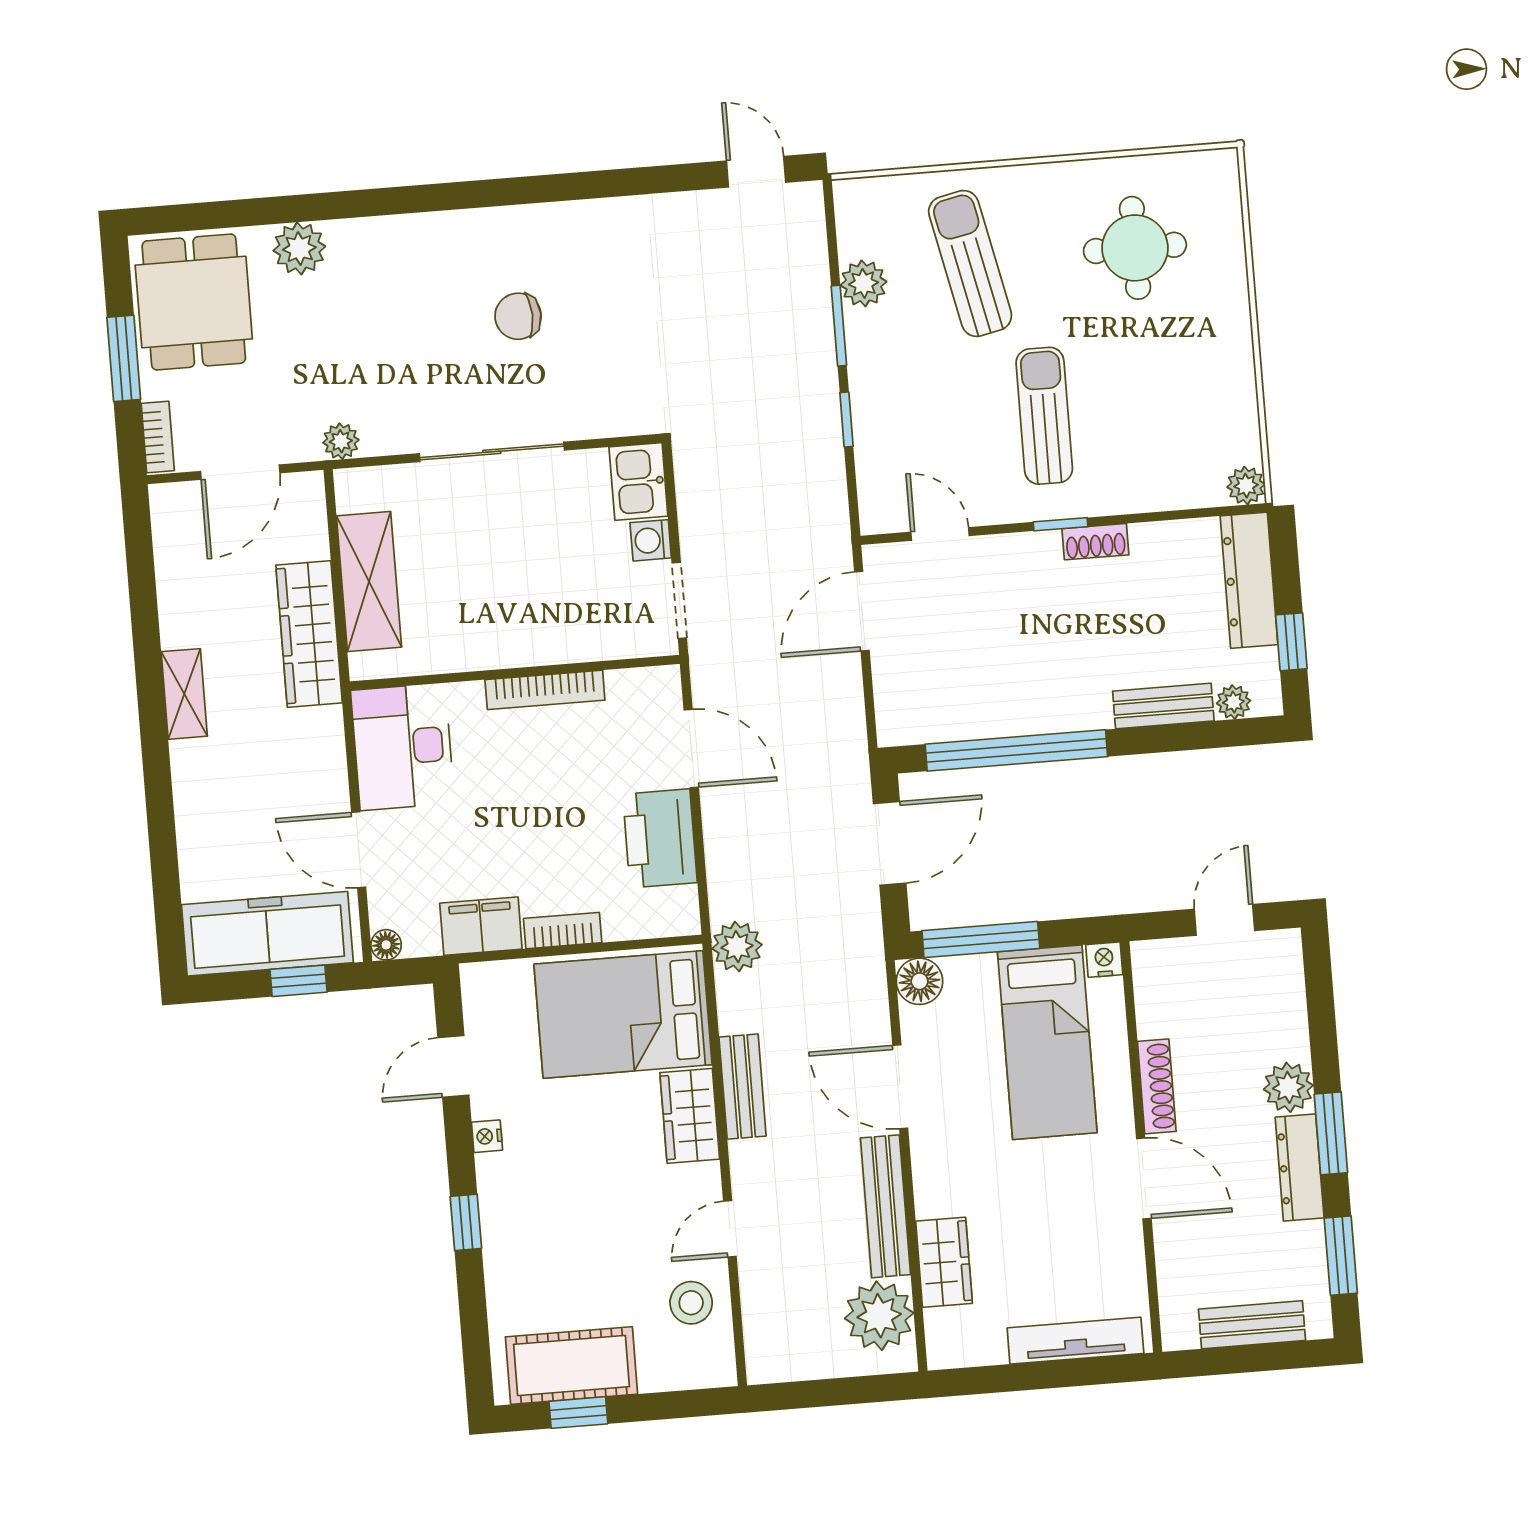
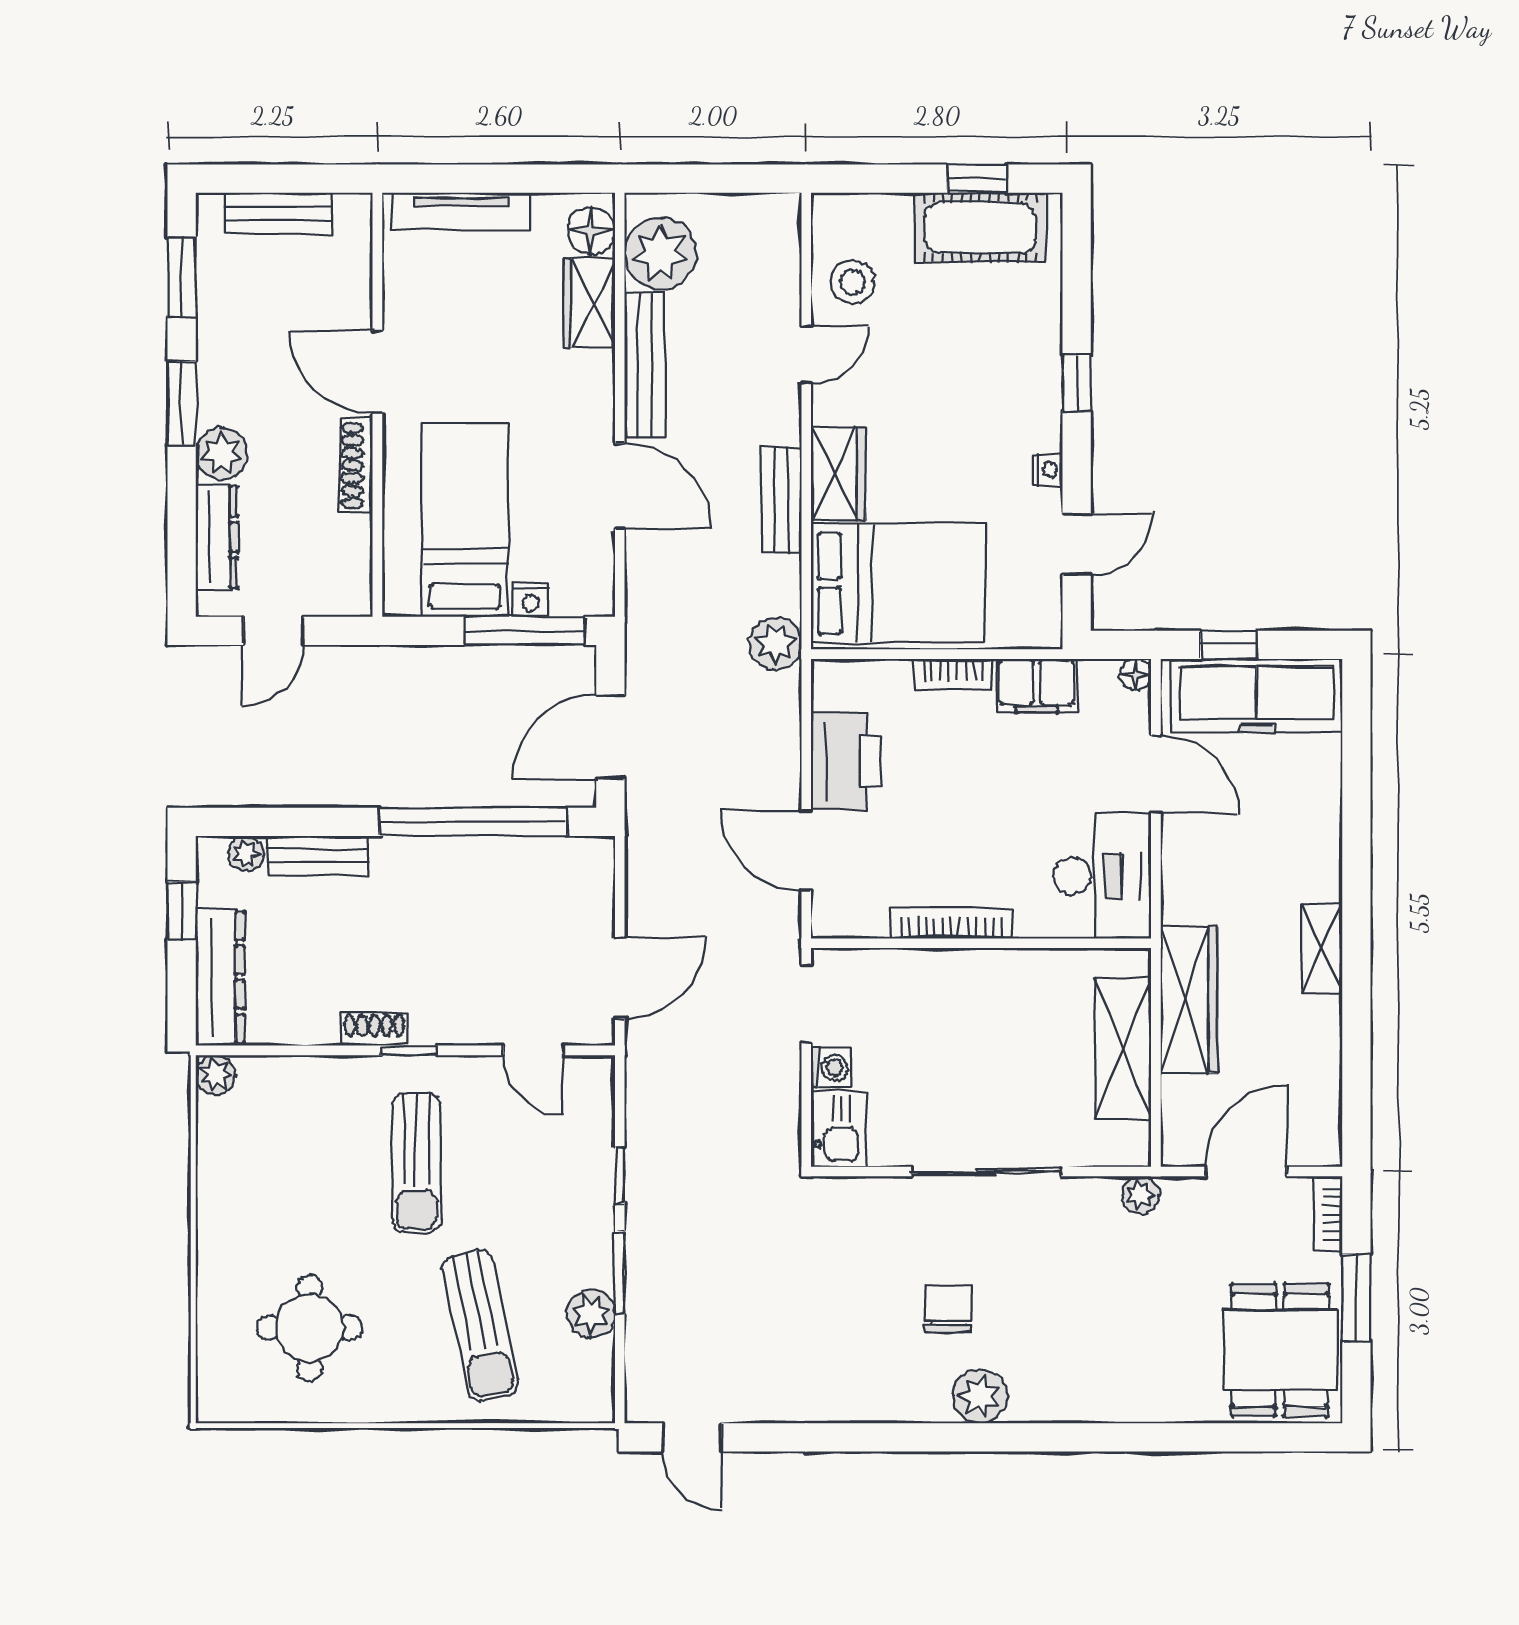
plant: (299, 248) -> (980, 1396), moved
chair: (518, 316) -> (948, 1309), turned -88
nightstand: (1104, 960) -> (530, 600), moved
floor lamp: (919, 981) -> (591, 230), moved
dresser: (1300, 1168) -> (217, 537), moved

